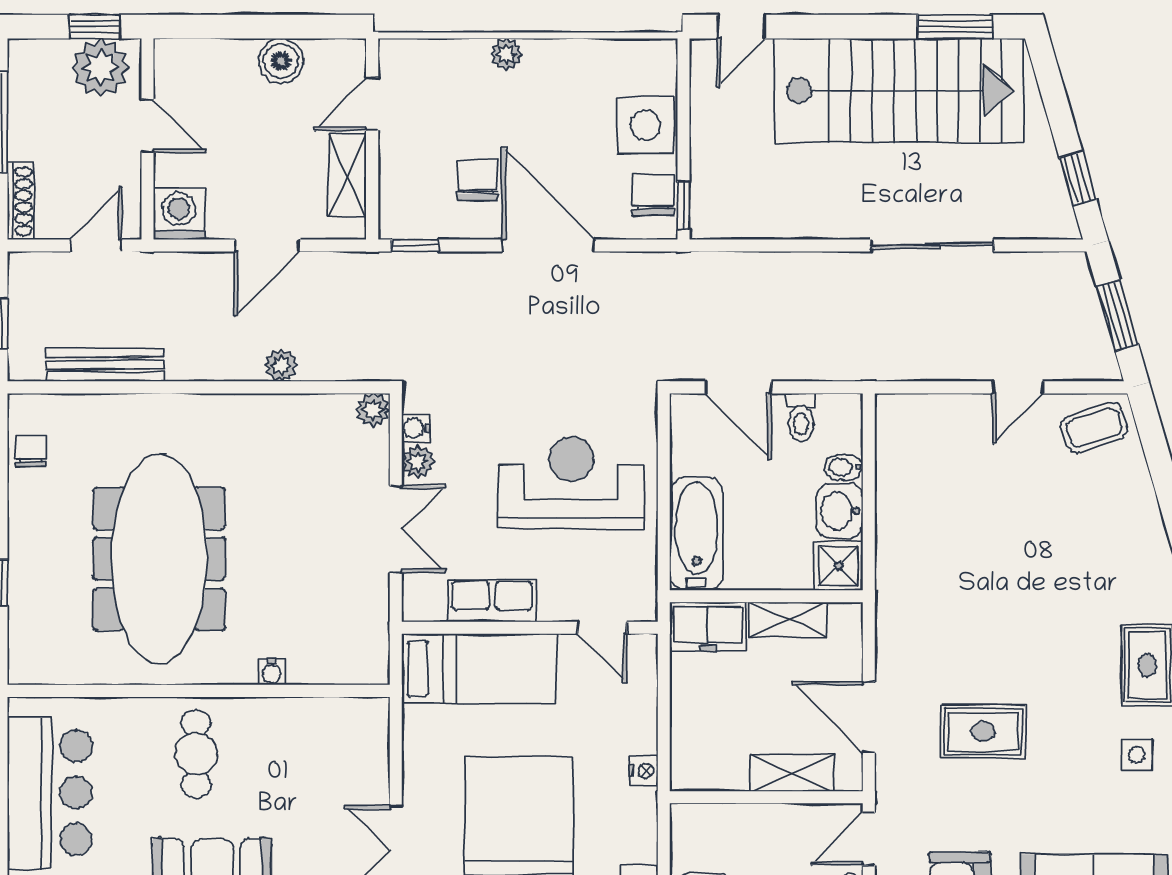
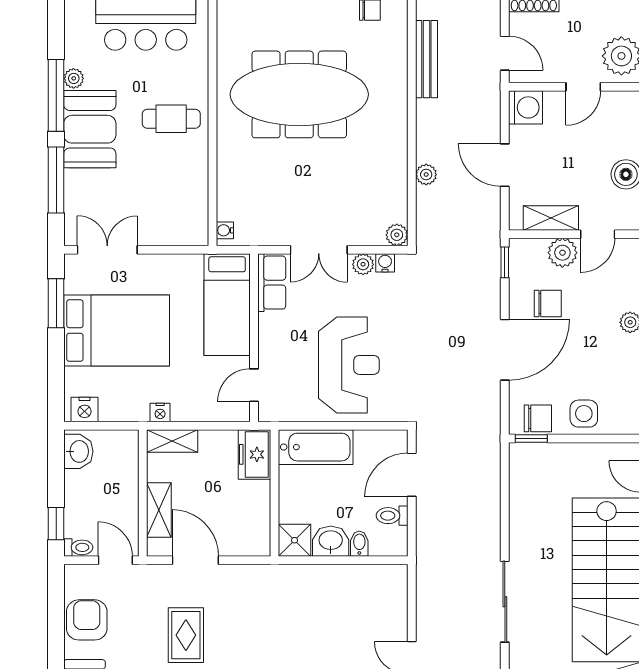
door: (372, 104) -> (598, 234), swing flipped
side table: (645, 125) -> (584, 414), width x0.73, depth x0.73
plant: (400, 158) -> (562, 253), added
row of seats: (492, 601) -> (272, 283), moved
shelving: (788, 620) -> (172, 441), moved, turned 90
water cooler: (271, 672) -> (225, 230), moved
door: (869, 717) -> (195, 560), hinge flipped

